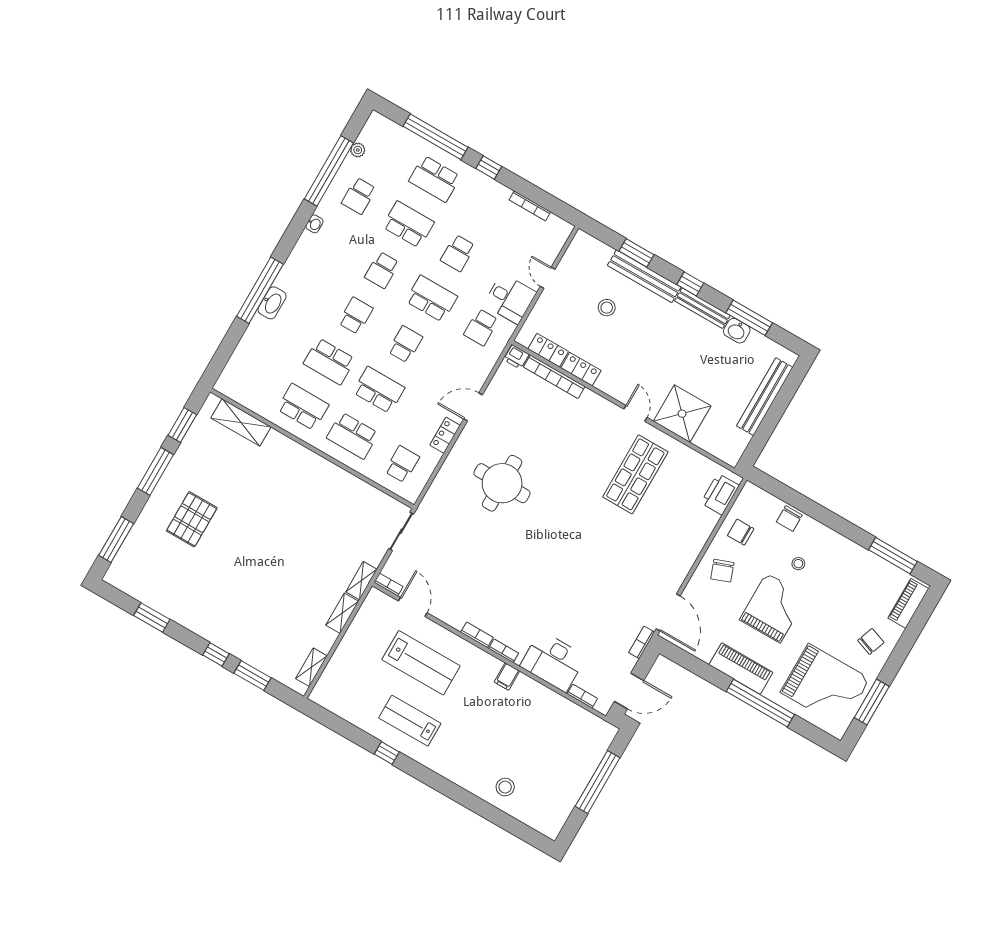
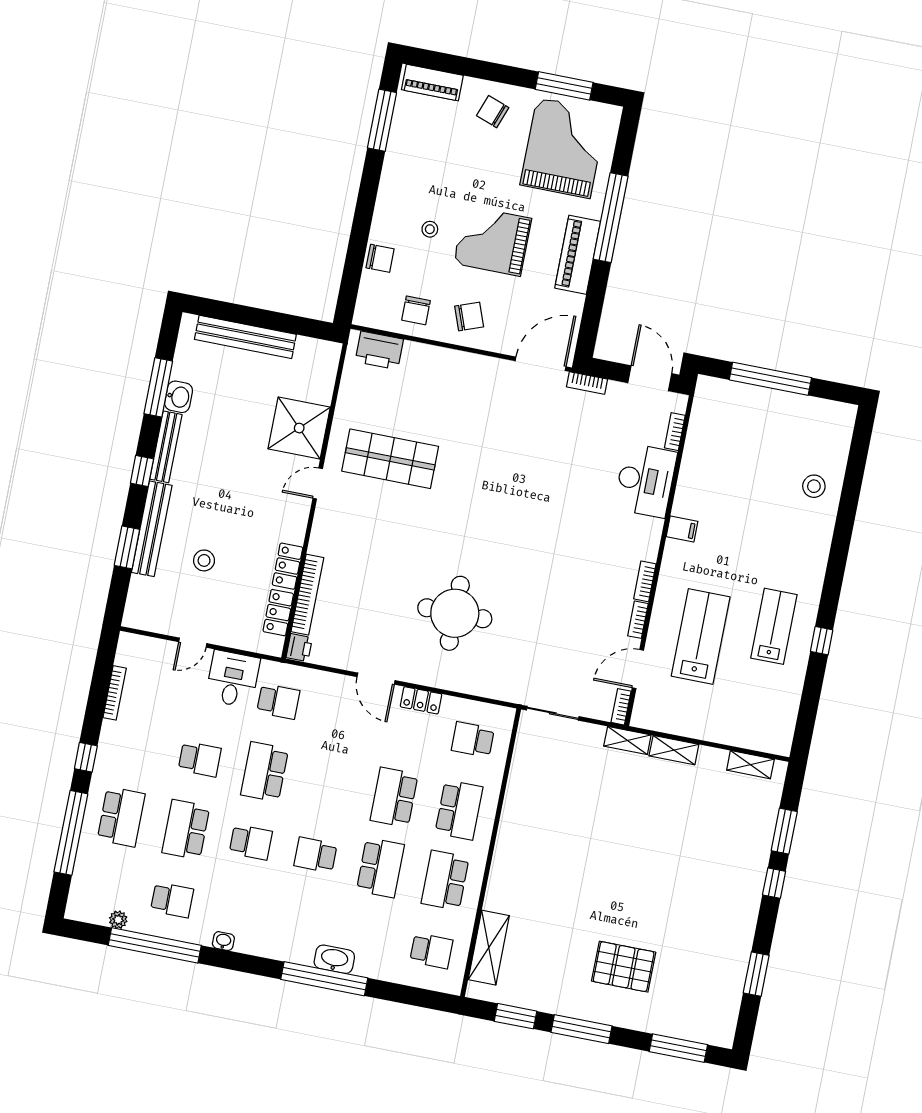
school desk: (405, 344) -> (431, 951), moved, turned 180
bookcase: (504, 651) -> (638, 620), moved
lab bench: (410, 721) -> (774, 626), turned 180

